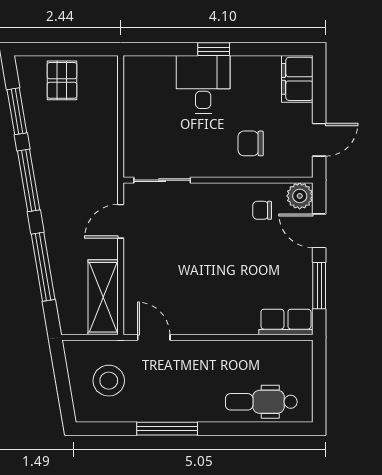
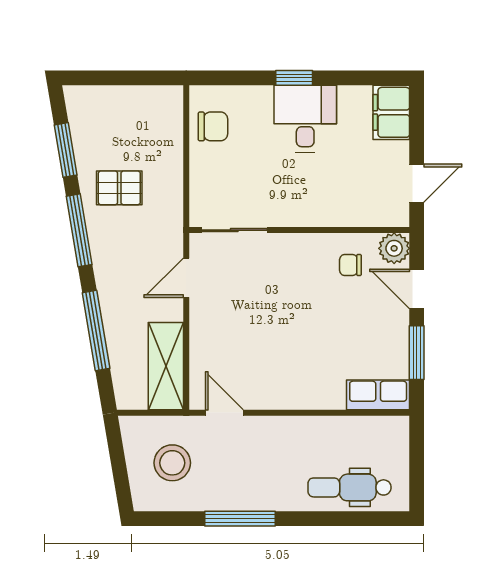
pallet: (62, 80) -> (119, 188), moved, turned 90
desk: (203, 84) -> (305, 119), moved
chair: (251, 143) -> (213, 126), moved, turned 180

